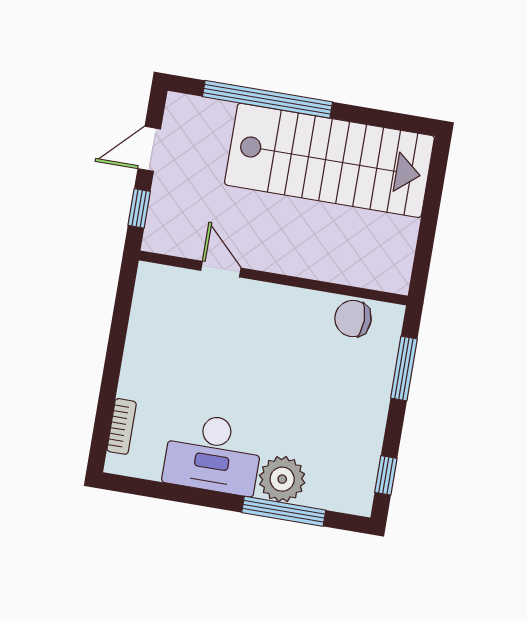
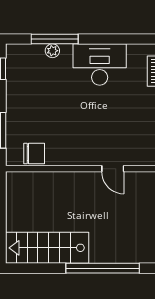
stairs: (329, 160) -> (47, 248), width x0.73, depth x0.66
plant: (282, 479) -> (52, 51), width x0.53, depth x0.53

